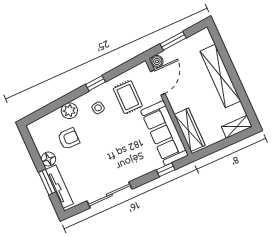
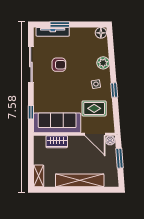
wardrobe: (190, 130) -> (57, 142), width x0.67
armchair: (69, 139) -> (59, 65), moved, turned -90
floor lamp: (48, 159) -> (101, 33), moved

